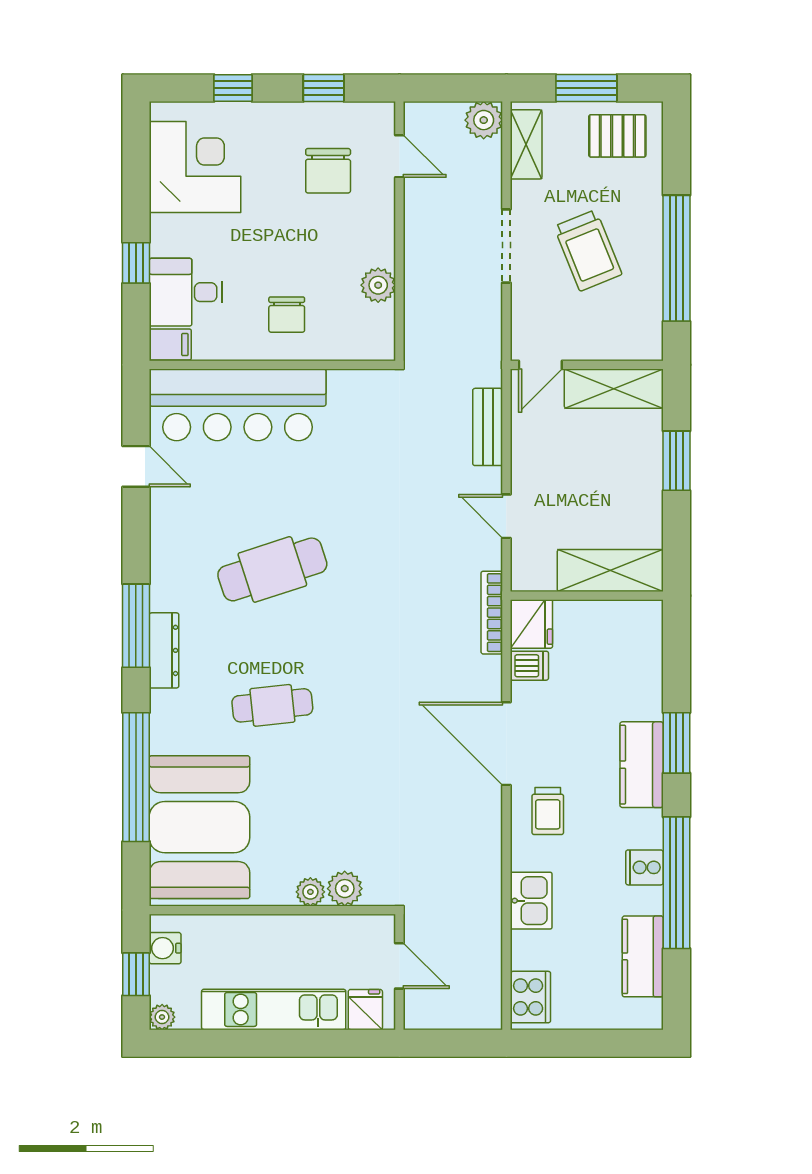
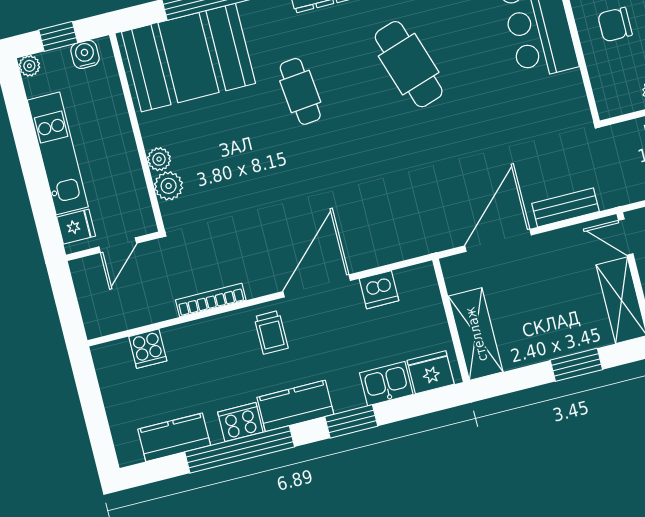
door: (506, 516) -> (498, 240), width x1.87
bookcase: (492, 613) -> (211, 300), moved
fridge: (531, 624) -> (431, 372), moved, turned 180
dishwasher: (529, 666) -> (379, 290), width x1.38
kitchen counter: (642, 765) -> (295, 406), moved
trolley: (548, 811) -> (271, 332), turned -90
cooker: (644, 867) -> (240, 422), width x1.36
kitchen sink: (531, 901) -> (386, 384), moved, turned 180
cooker: (530, 997) -> (148, 349), moved, width x0.73

